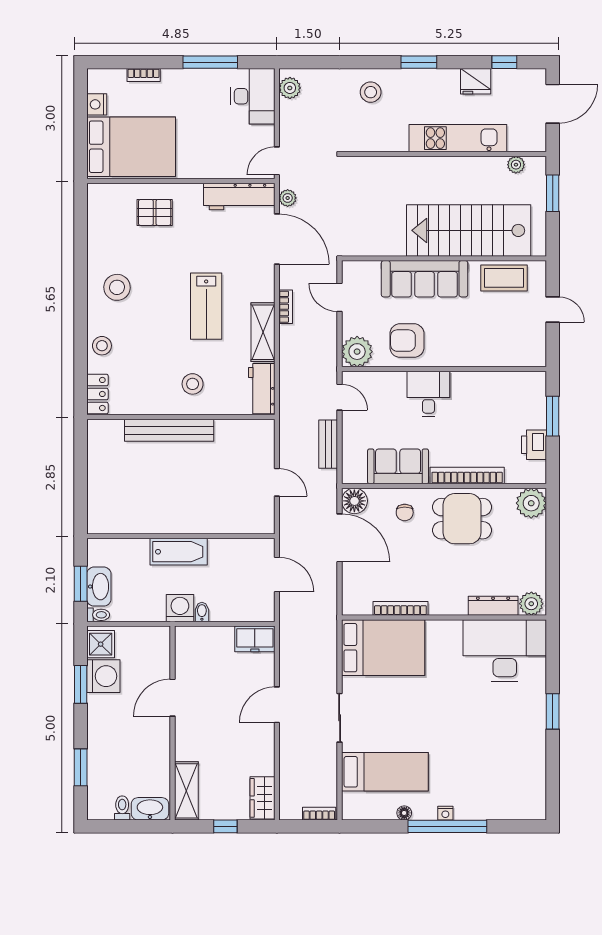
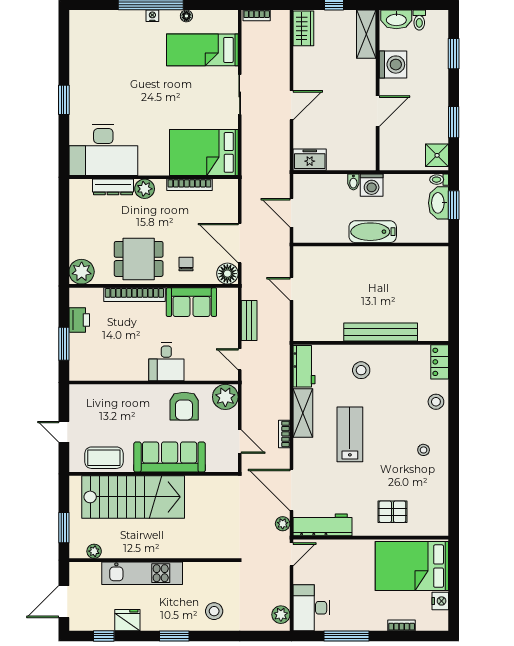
stool: (117, 287) -> (424, 450), width x0.53, depth x0.53
armchair: (407, 341) -> (184, 406), turned 90
plant: (531, 604) -> (145, 189), moved
washing machine: (103, 676) -> (393, 65), moved, turned 180

